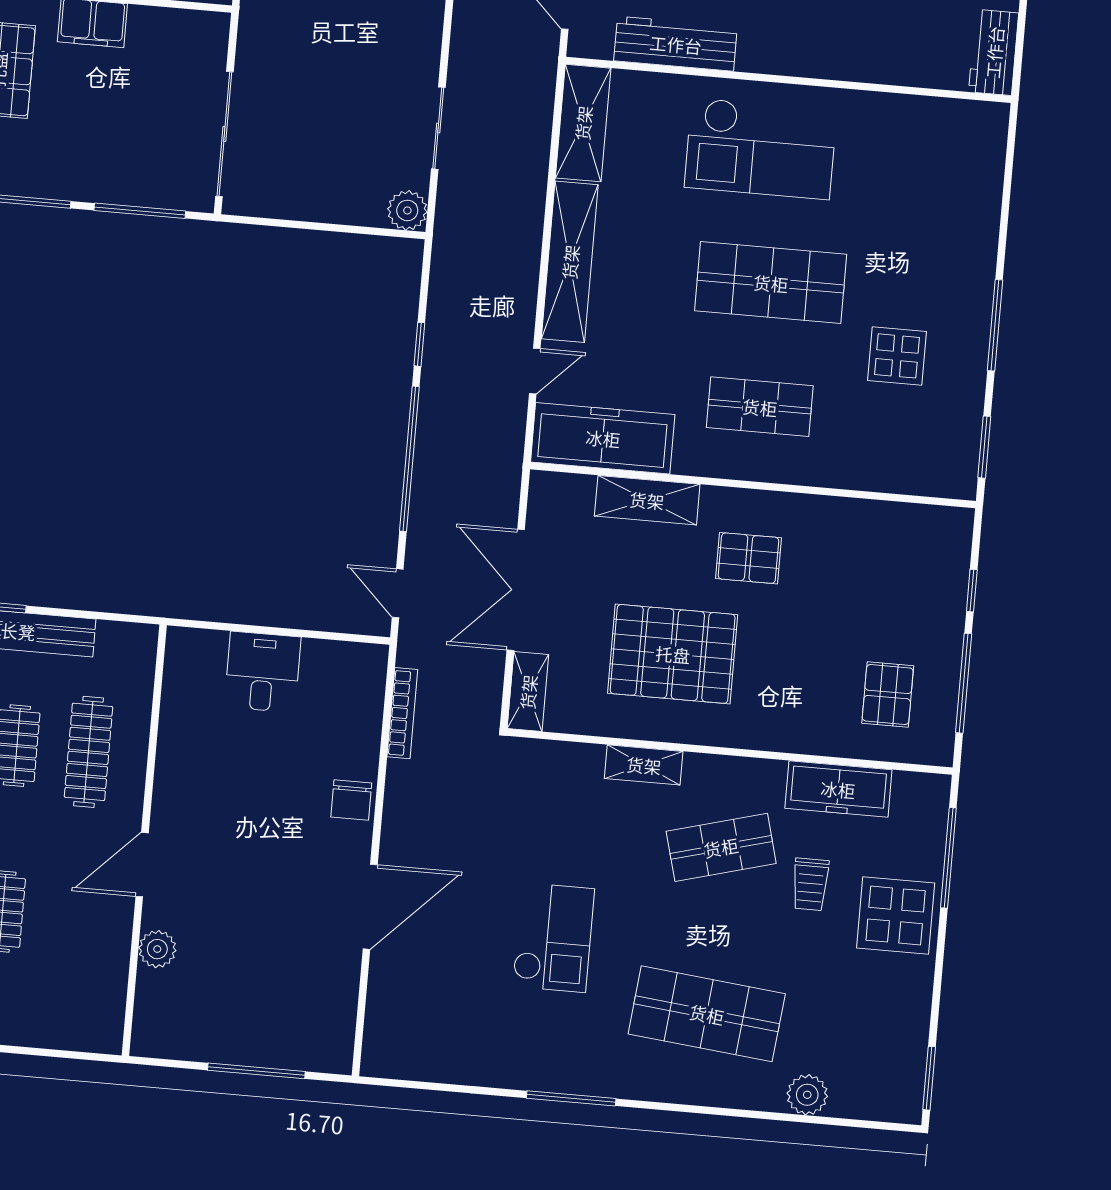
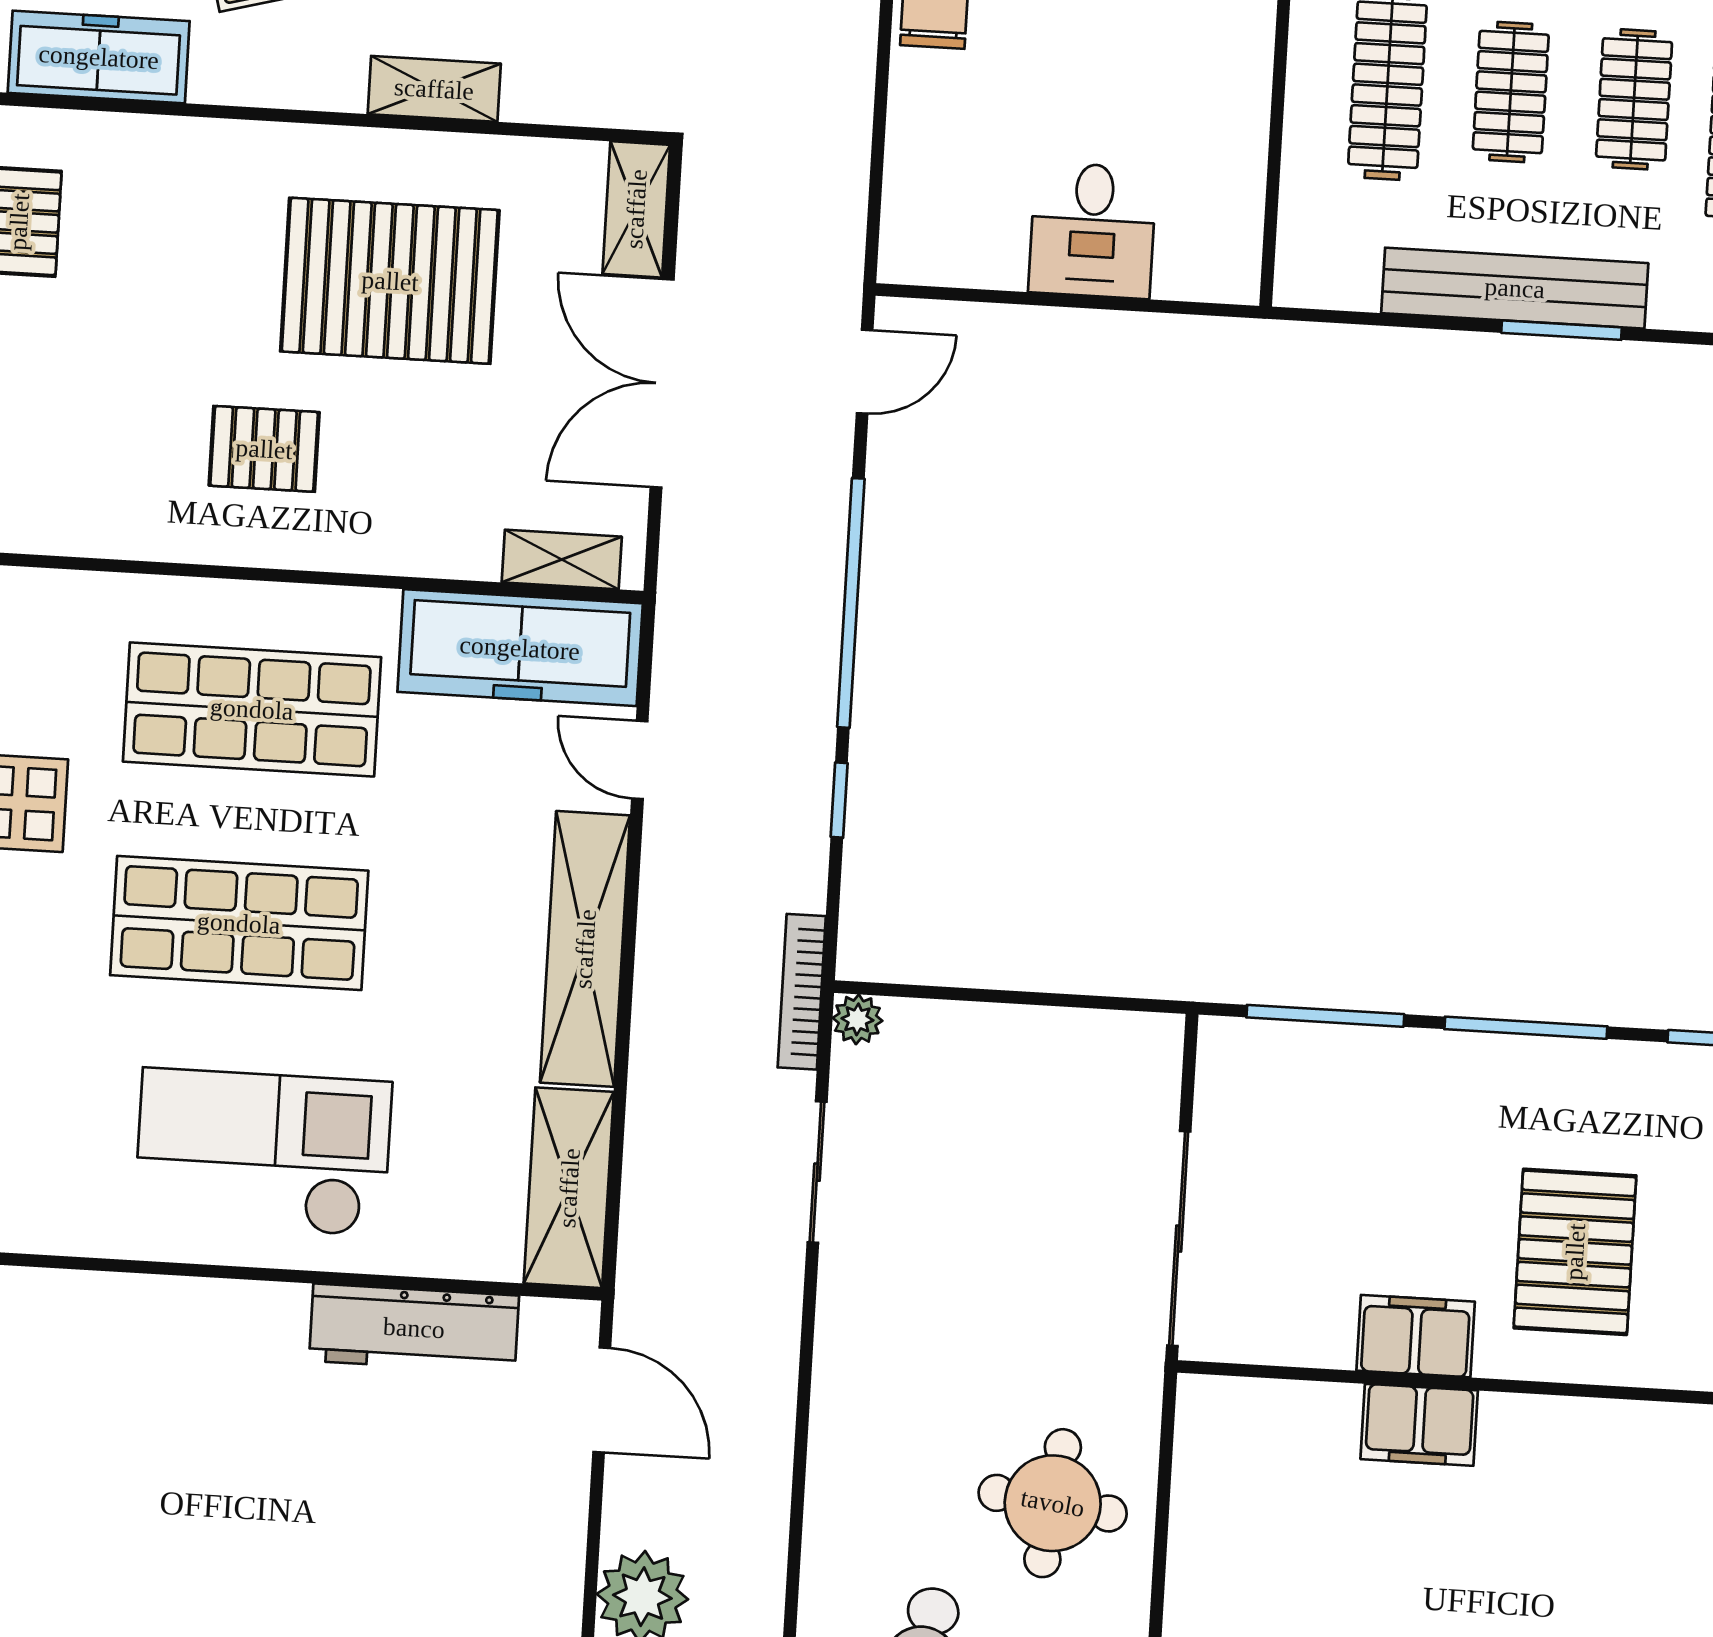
sliding door: (224, 134) -> (1179, 1239), moved
plant: (407, 210) -> (857, 1019), width x0.73, depth x0.73
door: (535, 371) -> (640, 760), hinge flipped
shop shelf: (760, 407) -> (252, 709), width x1.43, depth x1.36
shelving: (647, 500) -> (562, 560), moved, width x0.67, depth x0.75
double door: (516, 590) -> (662, 383), swing flipped
door: (398, 593) -> (865, 372), hinge flipped
bookcase: (402, 713) -> (802, 992), moved

